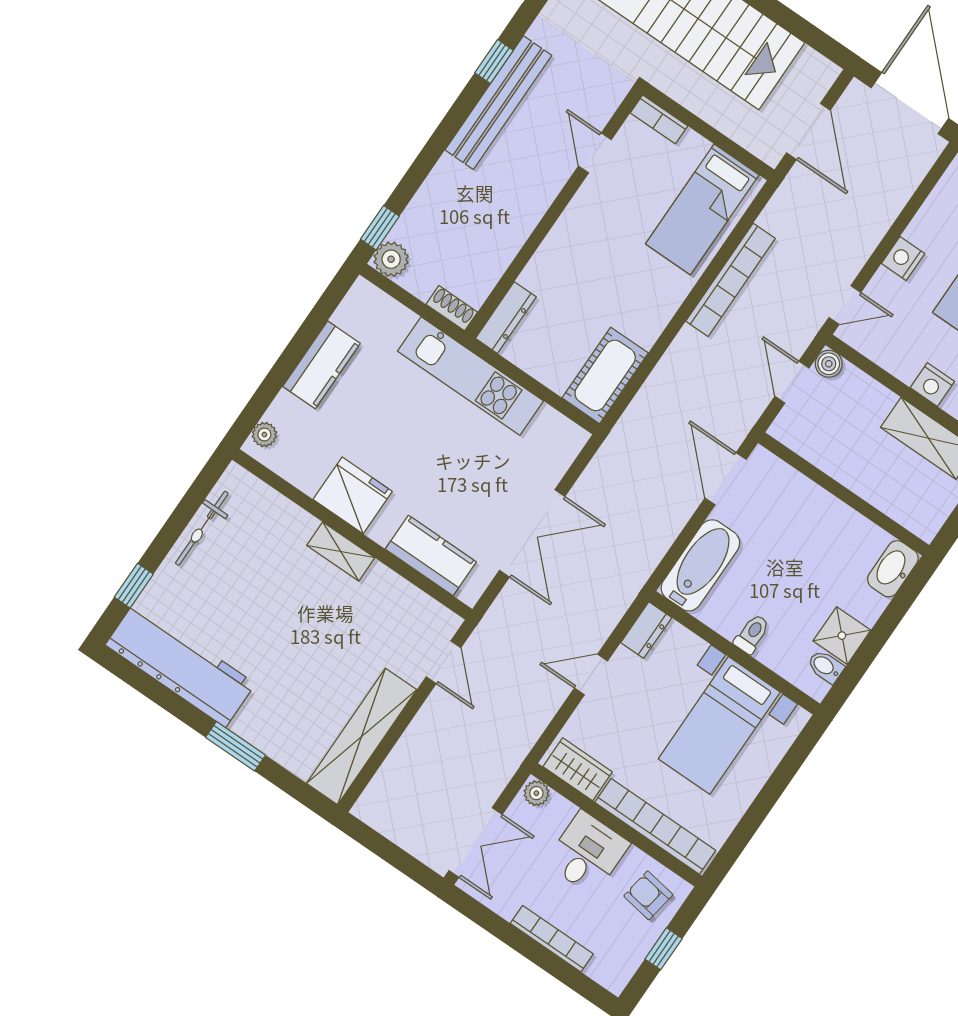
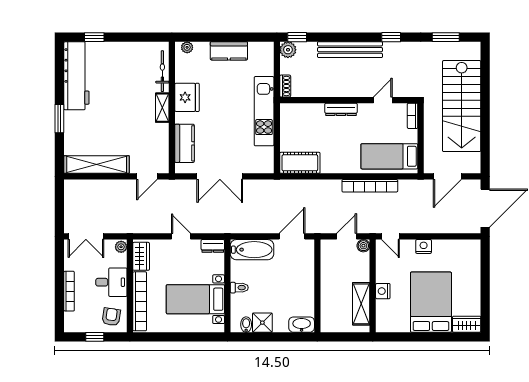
bench: (498, 103) -> (350, 50), moved
dresser: (506, 318) -> (341, 109), moved
bicycle: (202, 528) -> (162, 71), moved, turned 90

